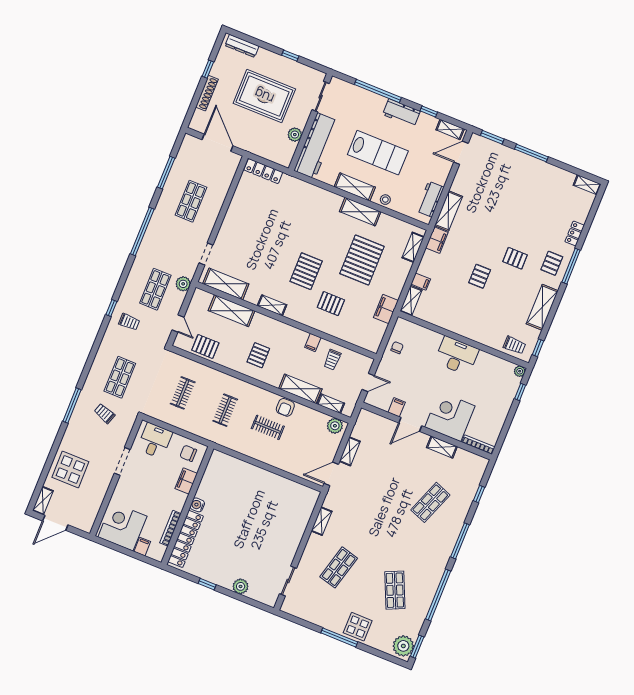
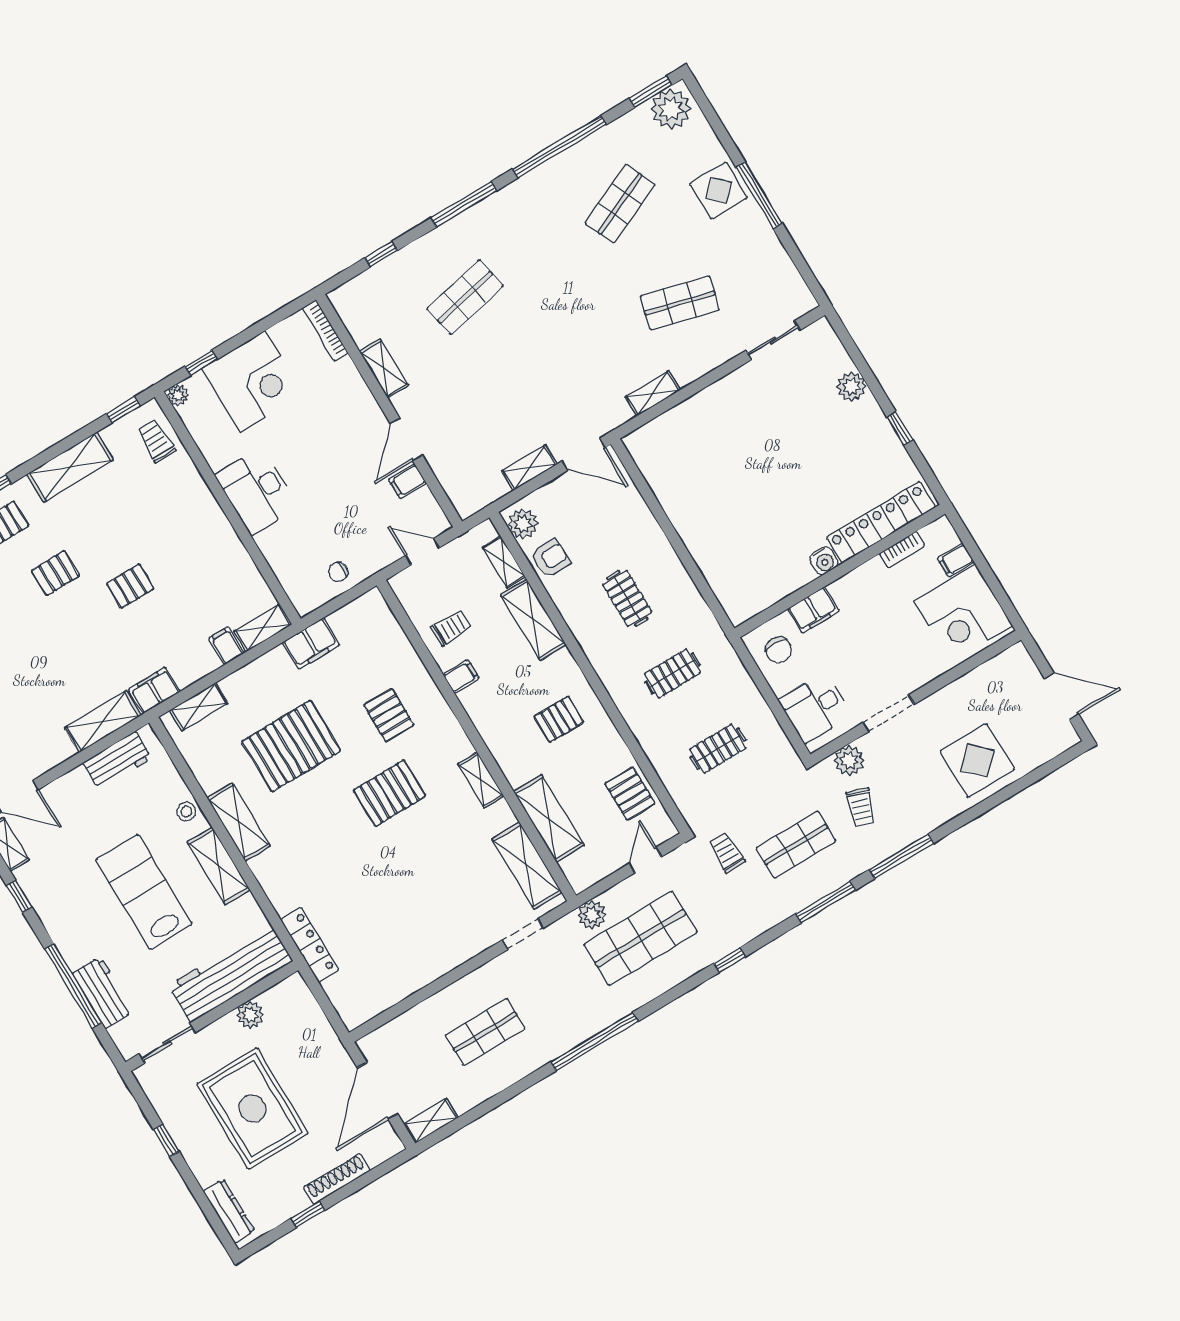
workbench: (401, 113) -> (103, 992), moved
locker: (263, 171) -> (310, 945), moved
window: (166, 173) -> (826, 902), moved
pallet: (515, 258) -> (55, 573), turned 90
shop shelf: (155, 289) -> (641, 938), width x1.43, depth x1.36
trolley: (129, 322) -> (727, 852), moved
armchair: (285, 407) -> (550, 558), moved
corner desk: (450, 417) -> (253, 381), moved, turned -90
door: (410, 424) -> (406, 439), swing flipped
plant: (124, 429) -> (849, 761), added
shelving: (43, 501) -> (431, 1121), moved
shop shelf: (430, 502) -> (465, 297), turned -33
bookcase: (170, 528) -> (902, 550), width x0.64

